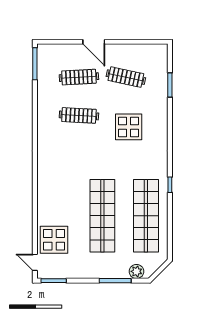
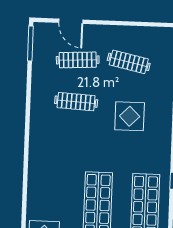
door: (94, 42) -> (71, 21), moved

